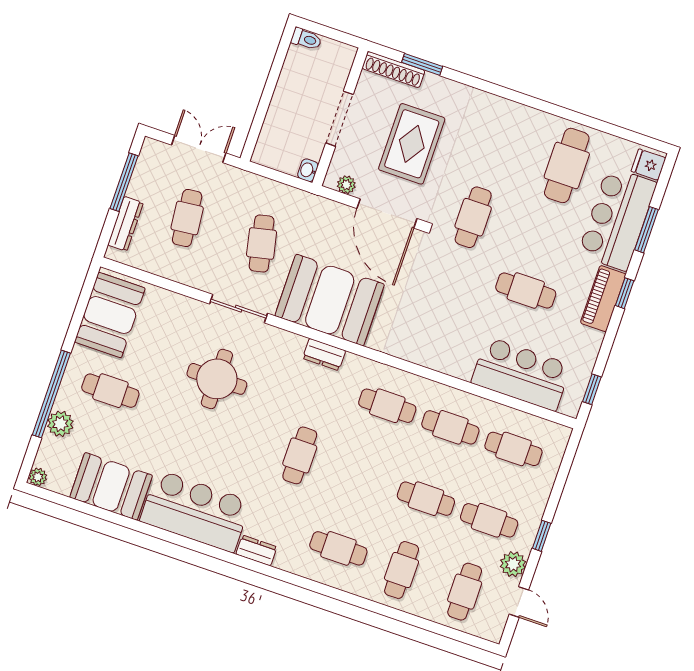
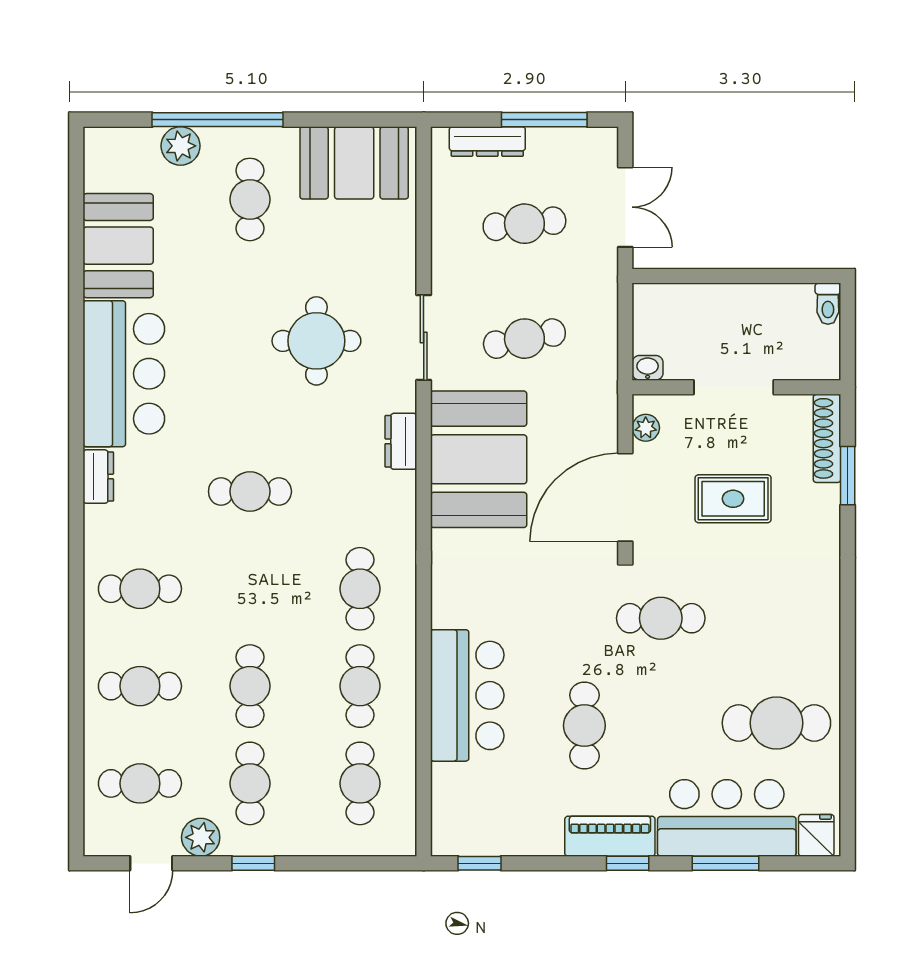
rug: (412, 144) -> (733, 499), width x0.73, depth x0.70
dresser: (324, 354) -> (401, 441), moved
bar counter: (521, 374) -> (467, 695), moved
plant: (38, 477) -> (97, 140), removed
cafe table: (338, 548) -> (140, 589), turned 90

